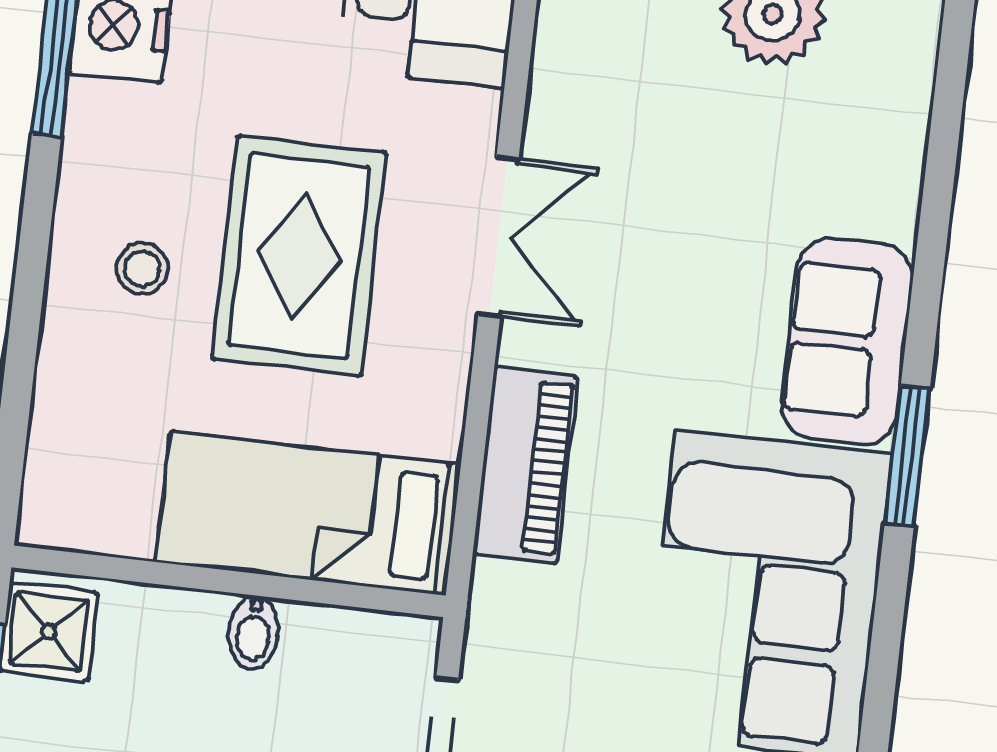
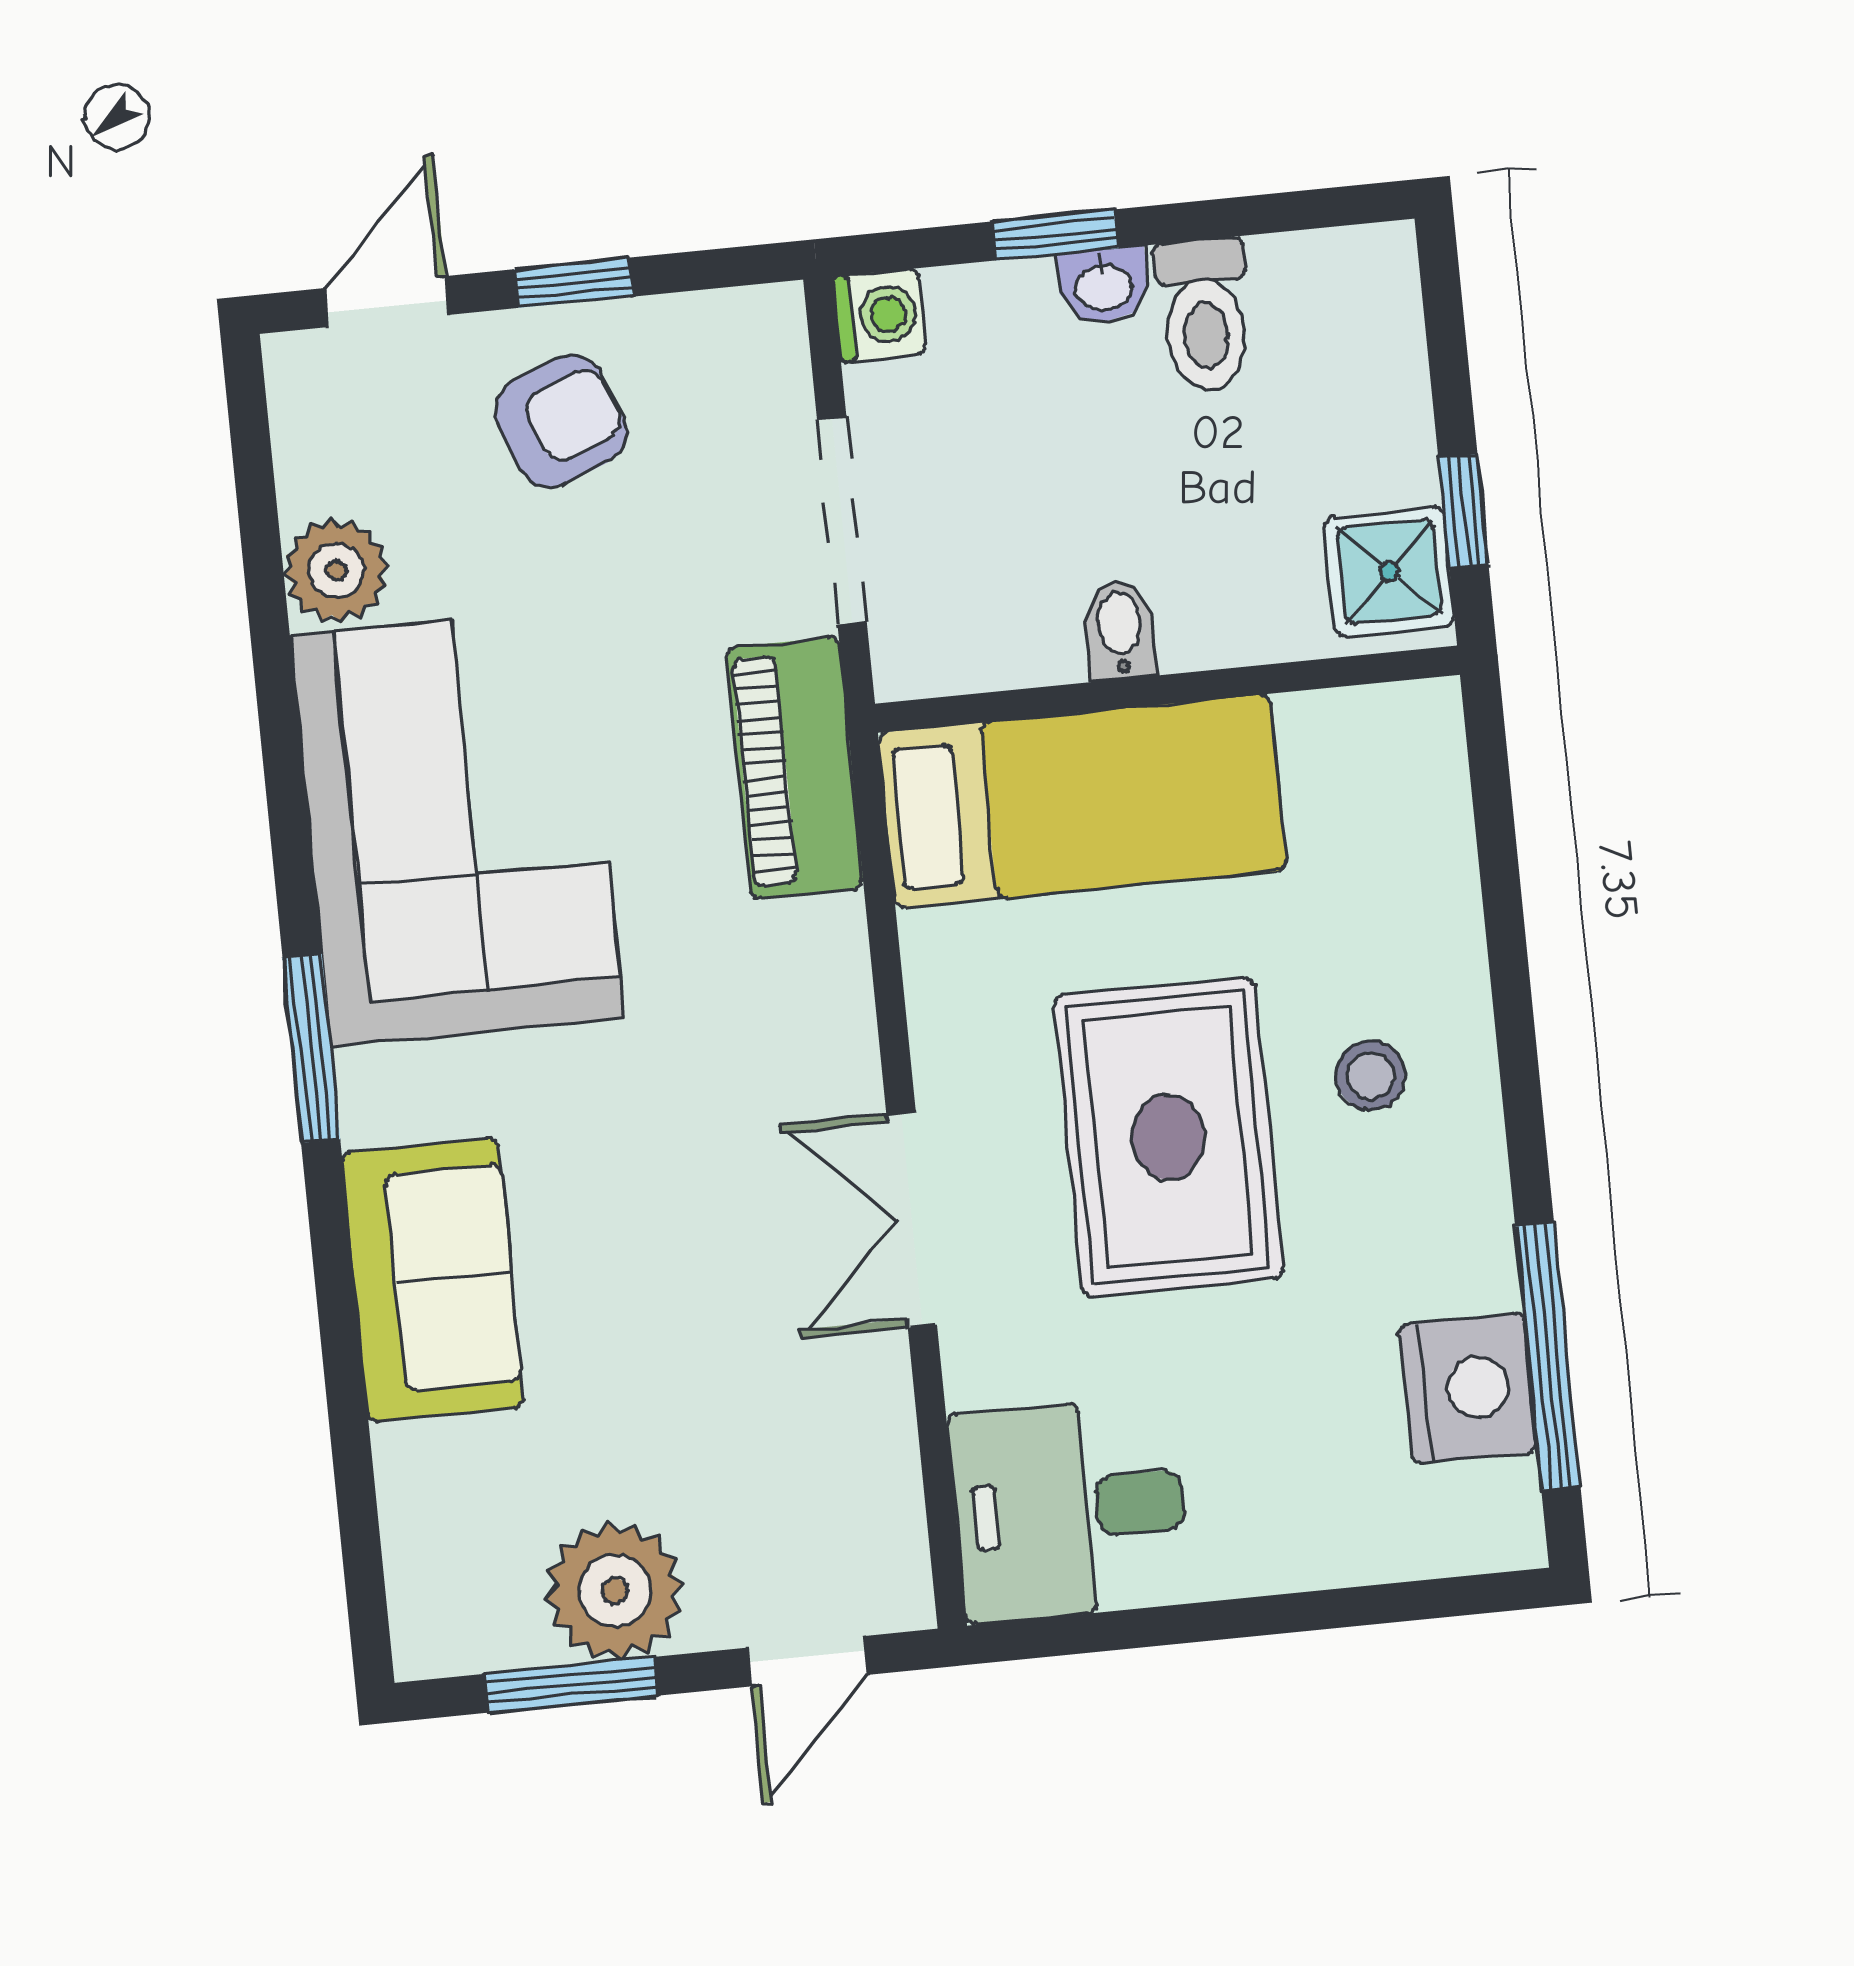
sofa: (847, 341) -> (433, 1280), moved
piano: (525, 465) -> (795, 768), moved

